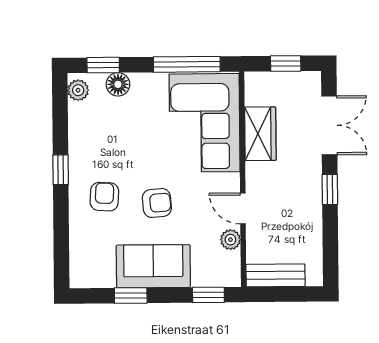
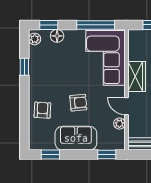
wardrobe: (260, 134) -> (137, 76), moved
window: (61, 170) -> (24, 67), moved
armchair: (104, 197) -> (42, 110), moved
window: (131, 296) -> (50, 154), moved

